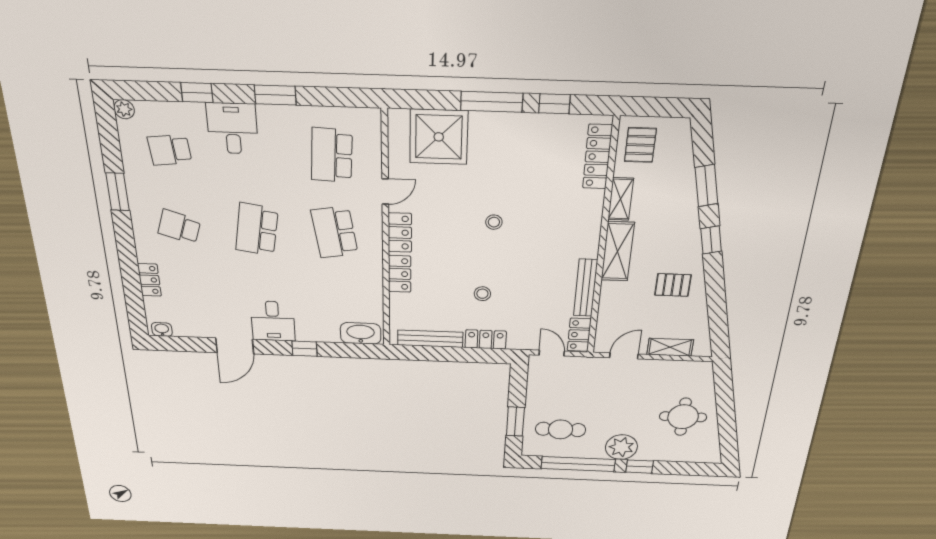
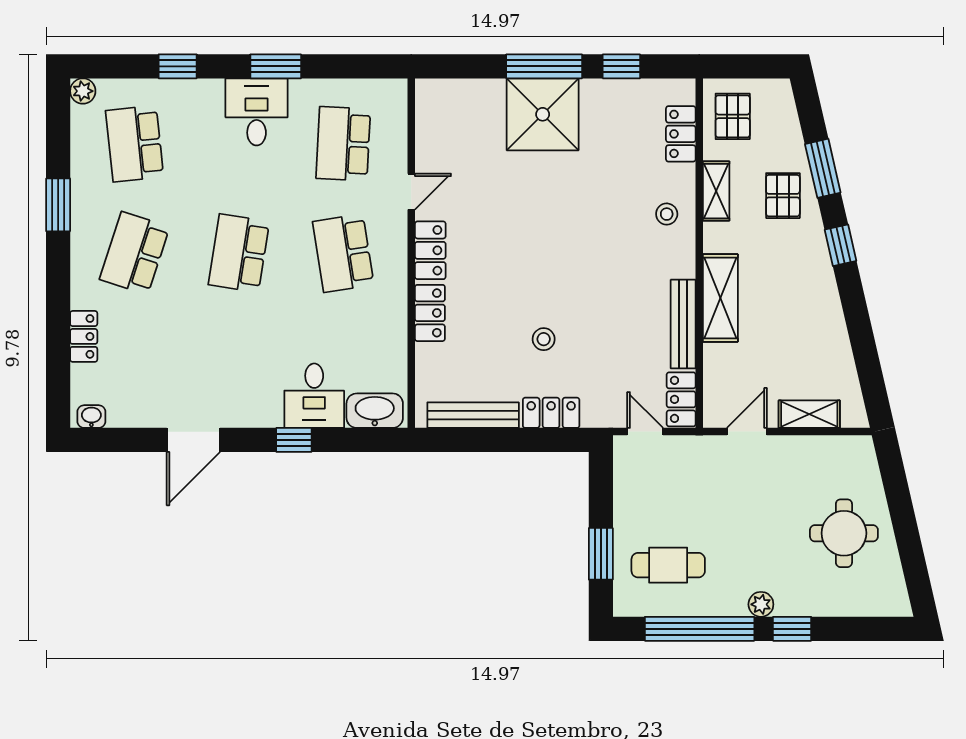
desk: (232, 128) -> (257, 112), moved
shower: (439, 137) -> (543, 114), moved
school desk: (170, 150) -> (135, 144), width x1.85
locker: (597, 157) -> (681, 134), width x0.66
stool: (494, 222) -> (667, 214), moved
school desk: (179, 227) -> (135, 253), width x1.85
shelving: (618, 251) -> (720, 298), moved
pallet: (673, 285) -> (783, 196), moved, turned 90
desk: (273, 321) -> (314, 396), moved
plant: (621, 447) -> (761, 604), width x0.53, depth x0.53

